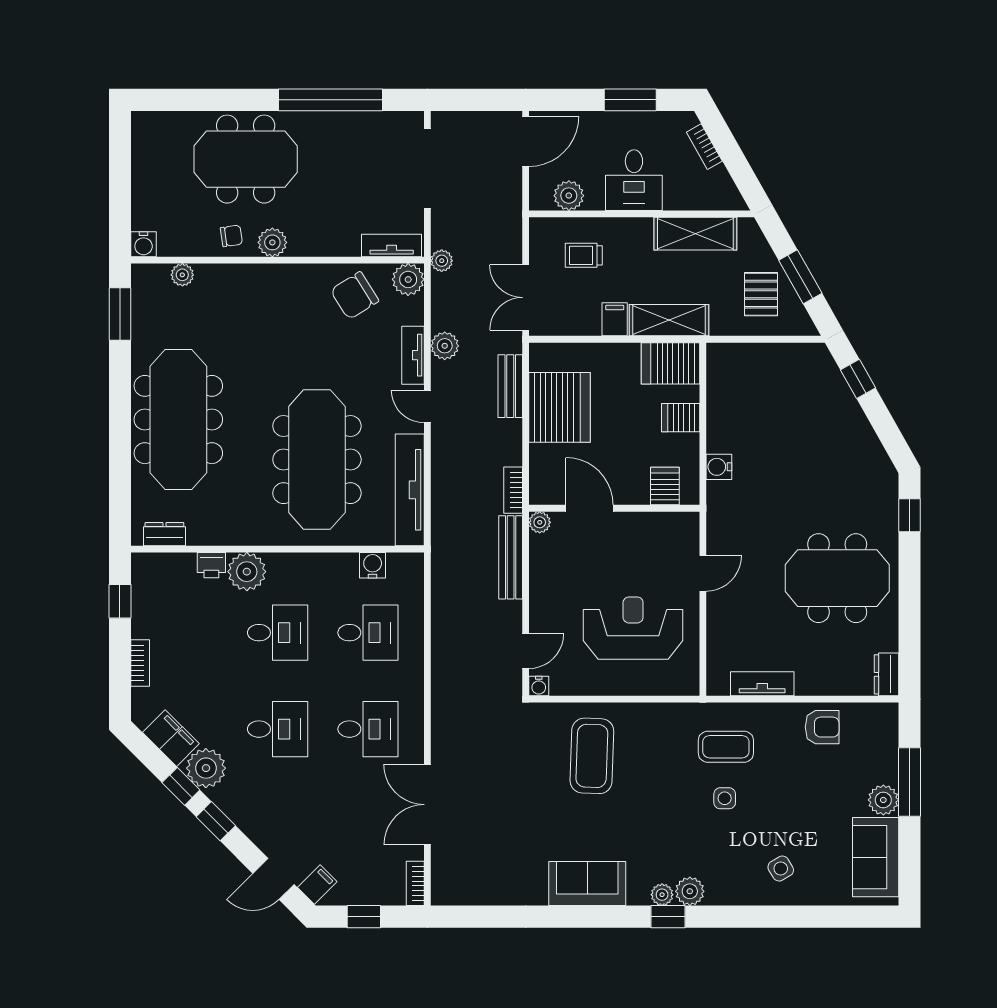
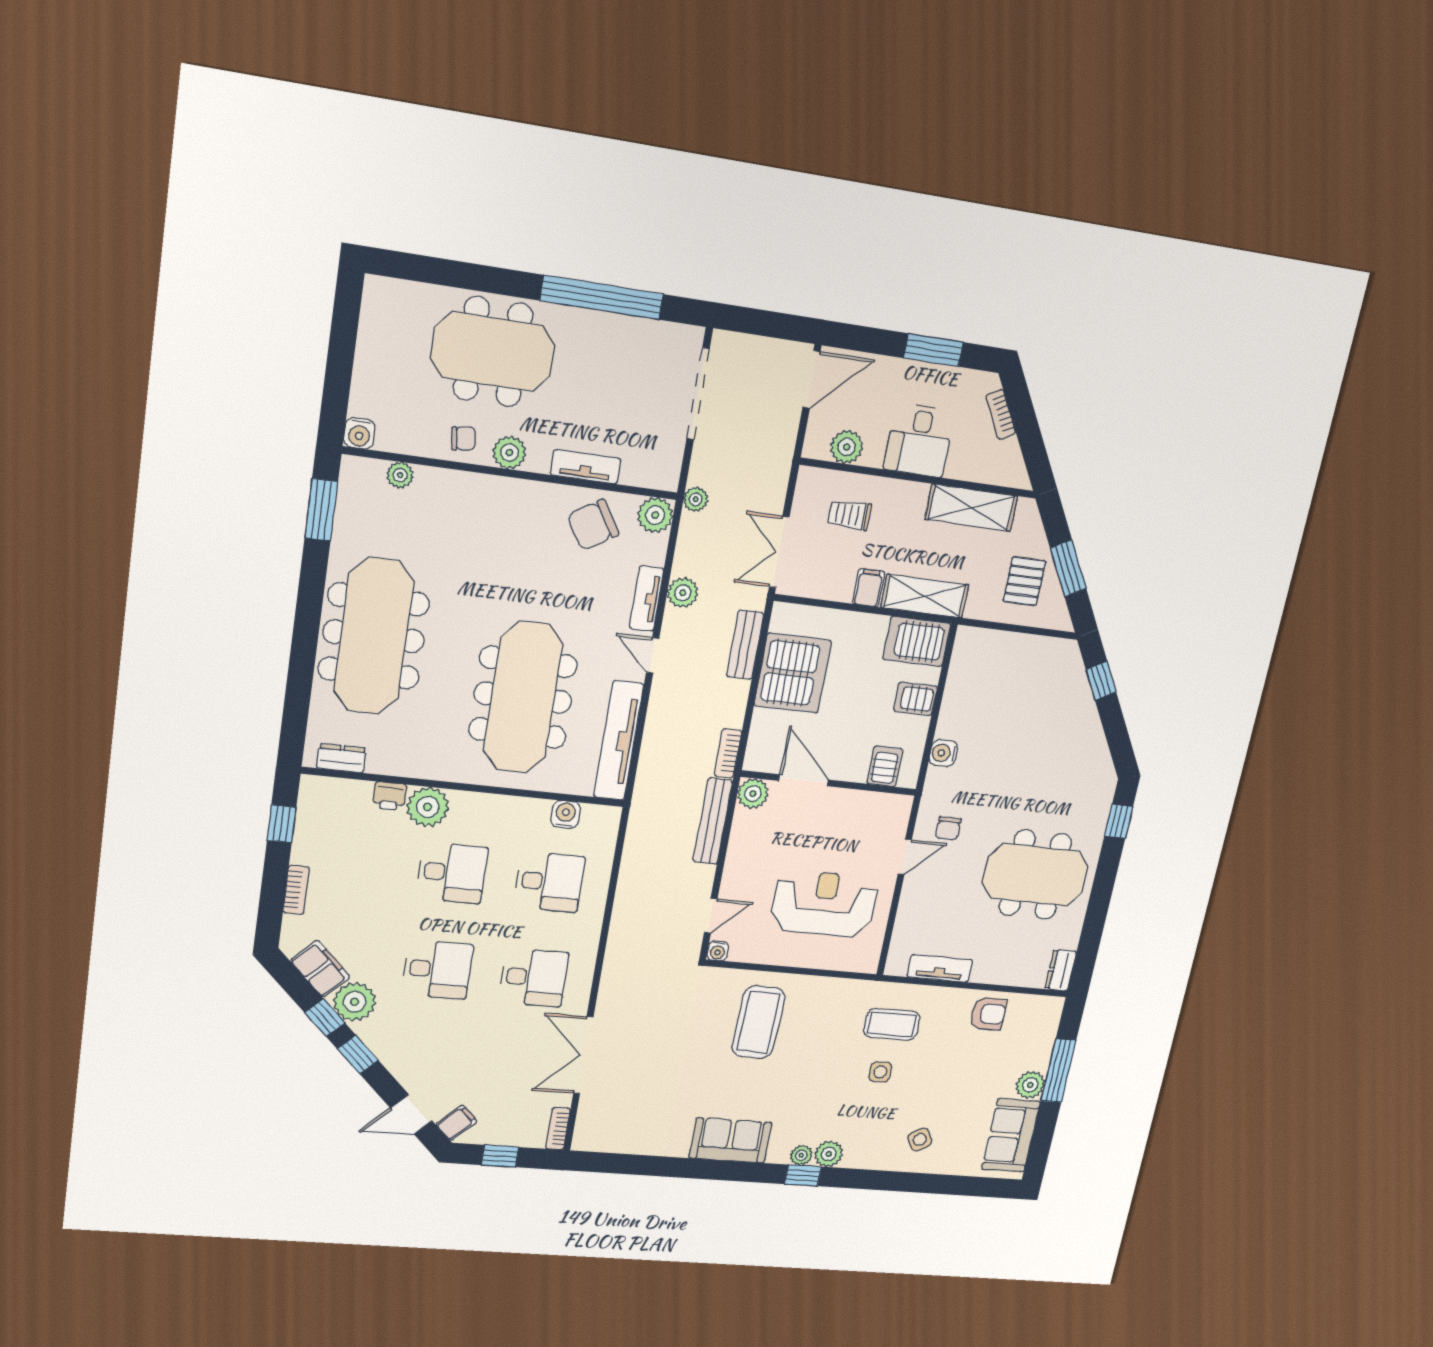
tv unit: (392, 246) -> (586, 467), moved
plant: (540, 522) -> (753, 794), width x1.38, depth x1.38
chair: (740, 540) -> (948, 828), added

